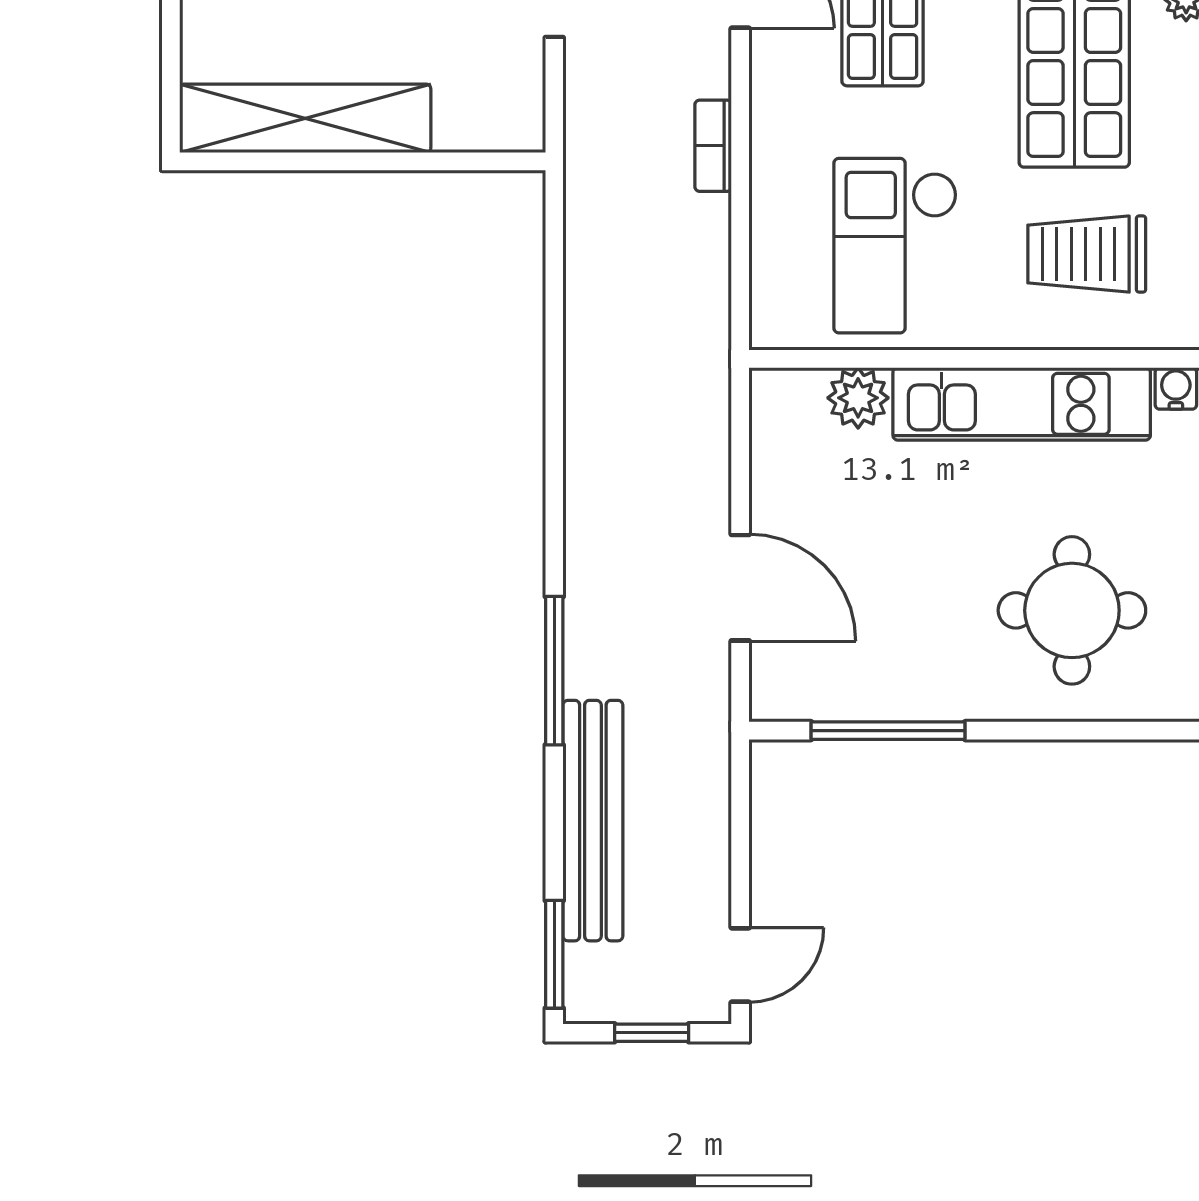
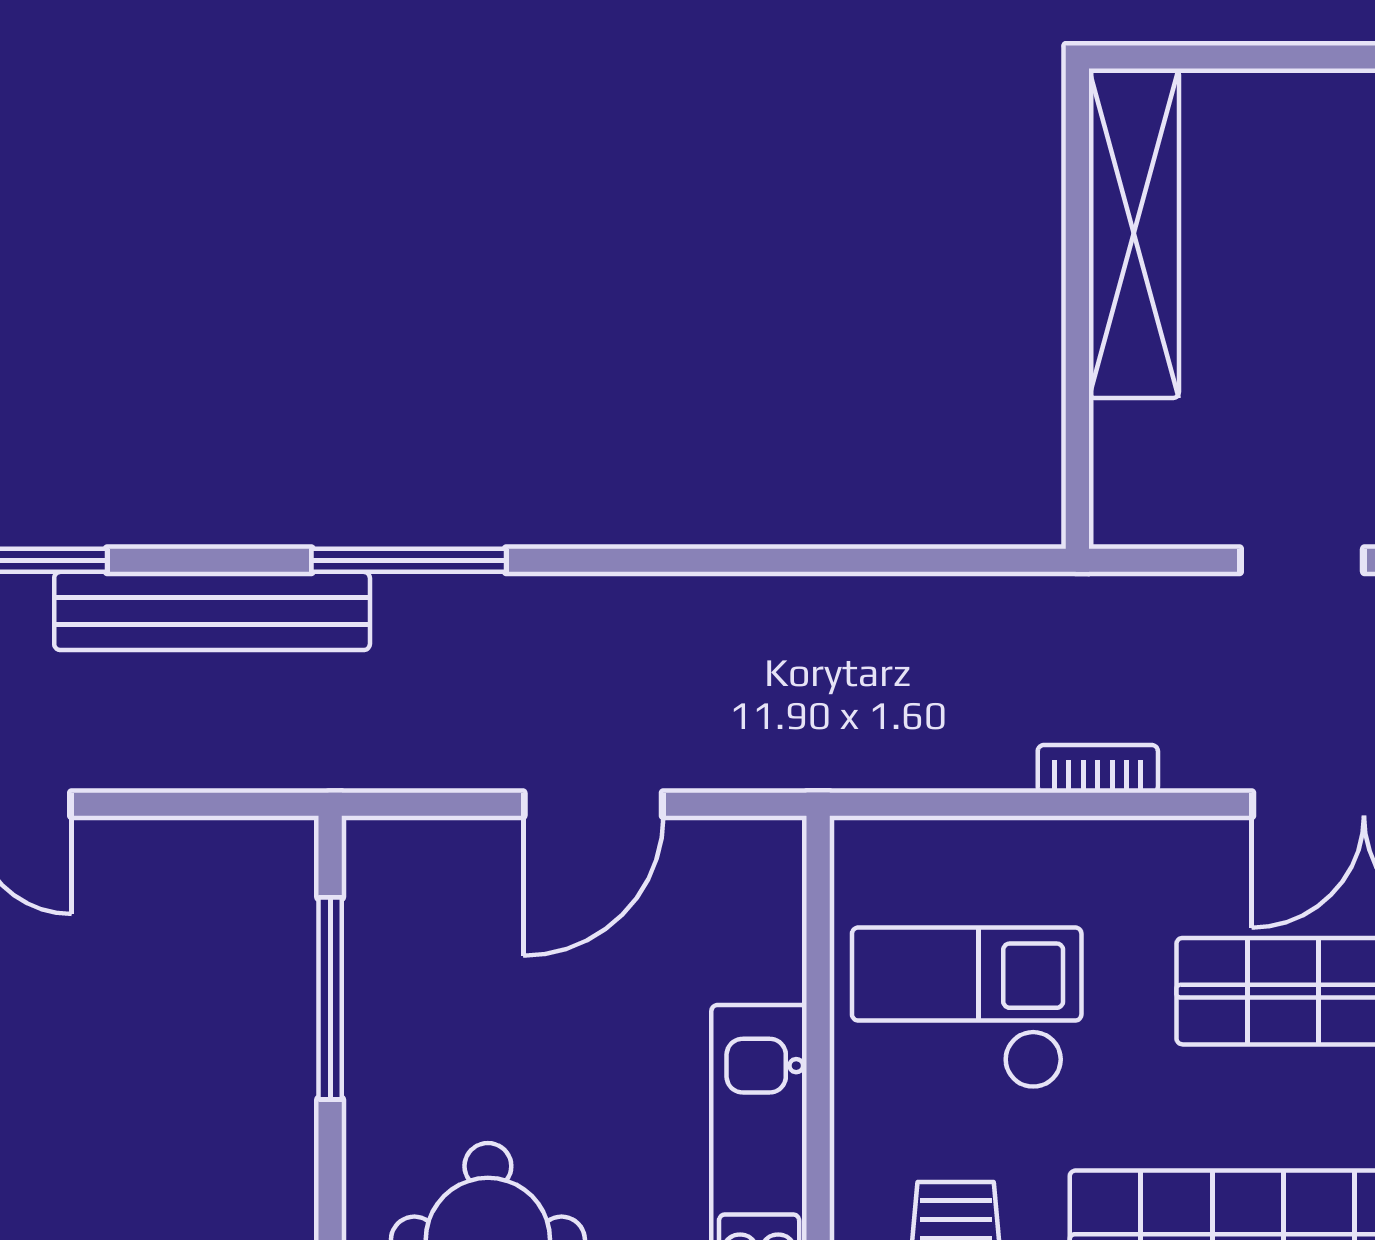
plant: (858, 398) -> (767, 959), removed
door: (740, 588) -> (593, 804), moved

